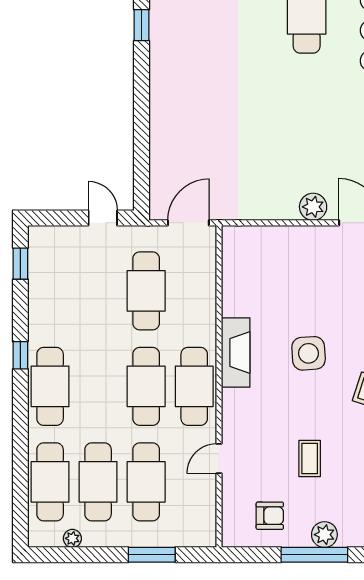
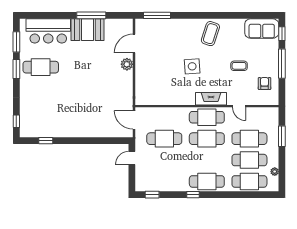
fireplace: (236, 352) -> (211, 99), moved
plant: (324, 535) -> (273, 59), removed

